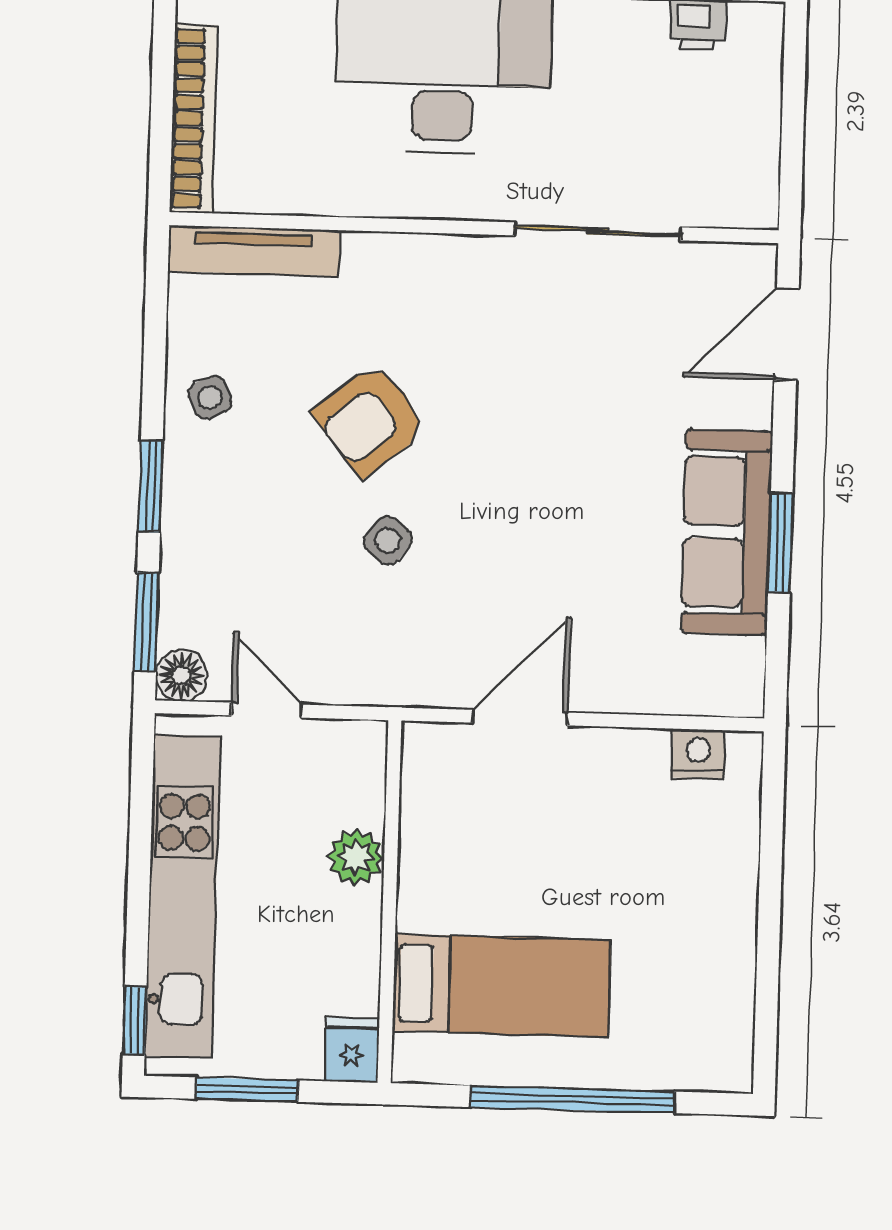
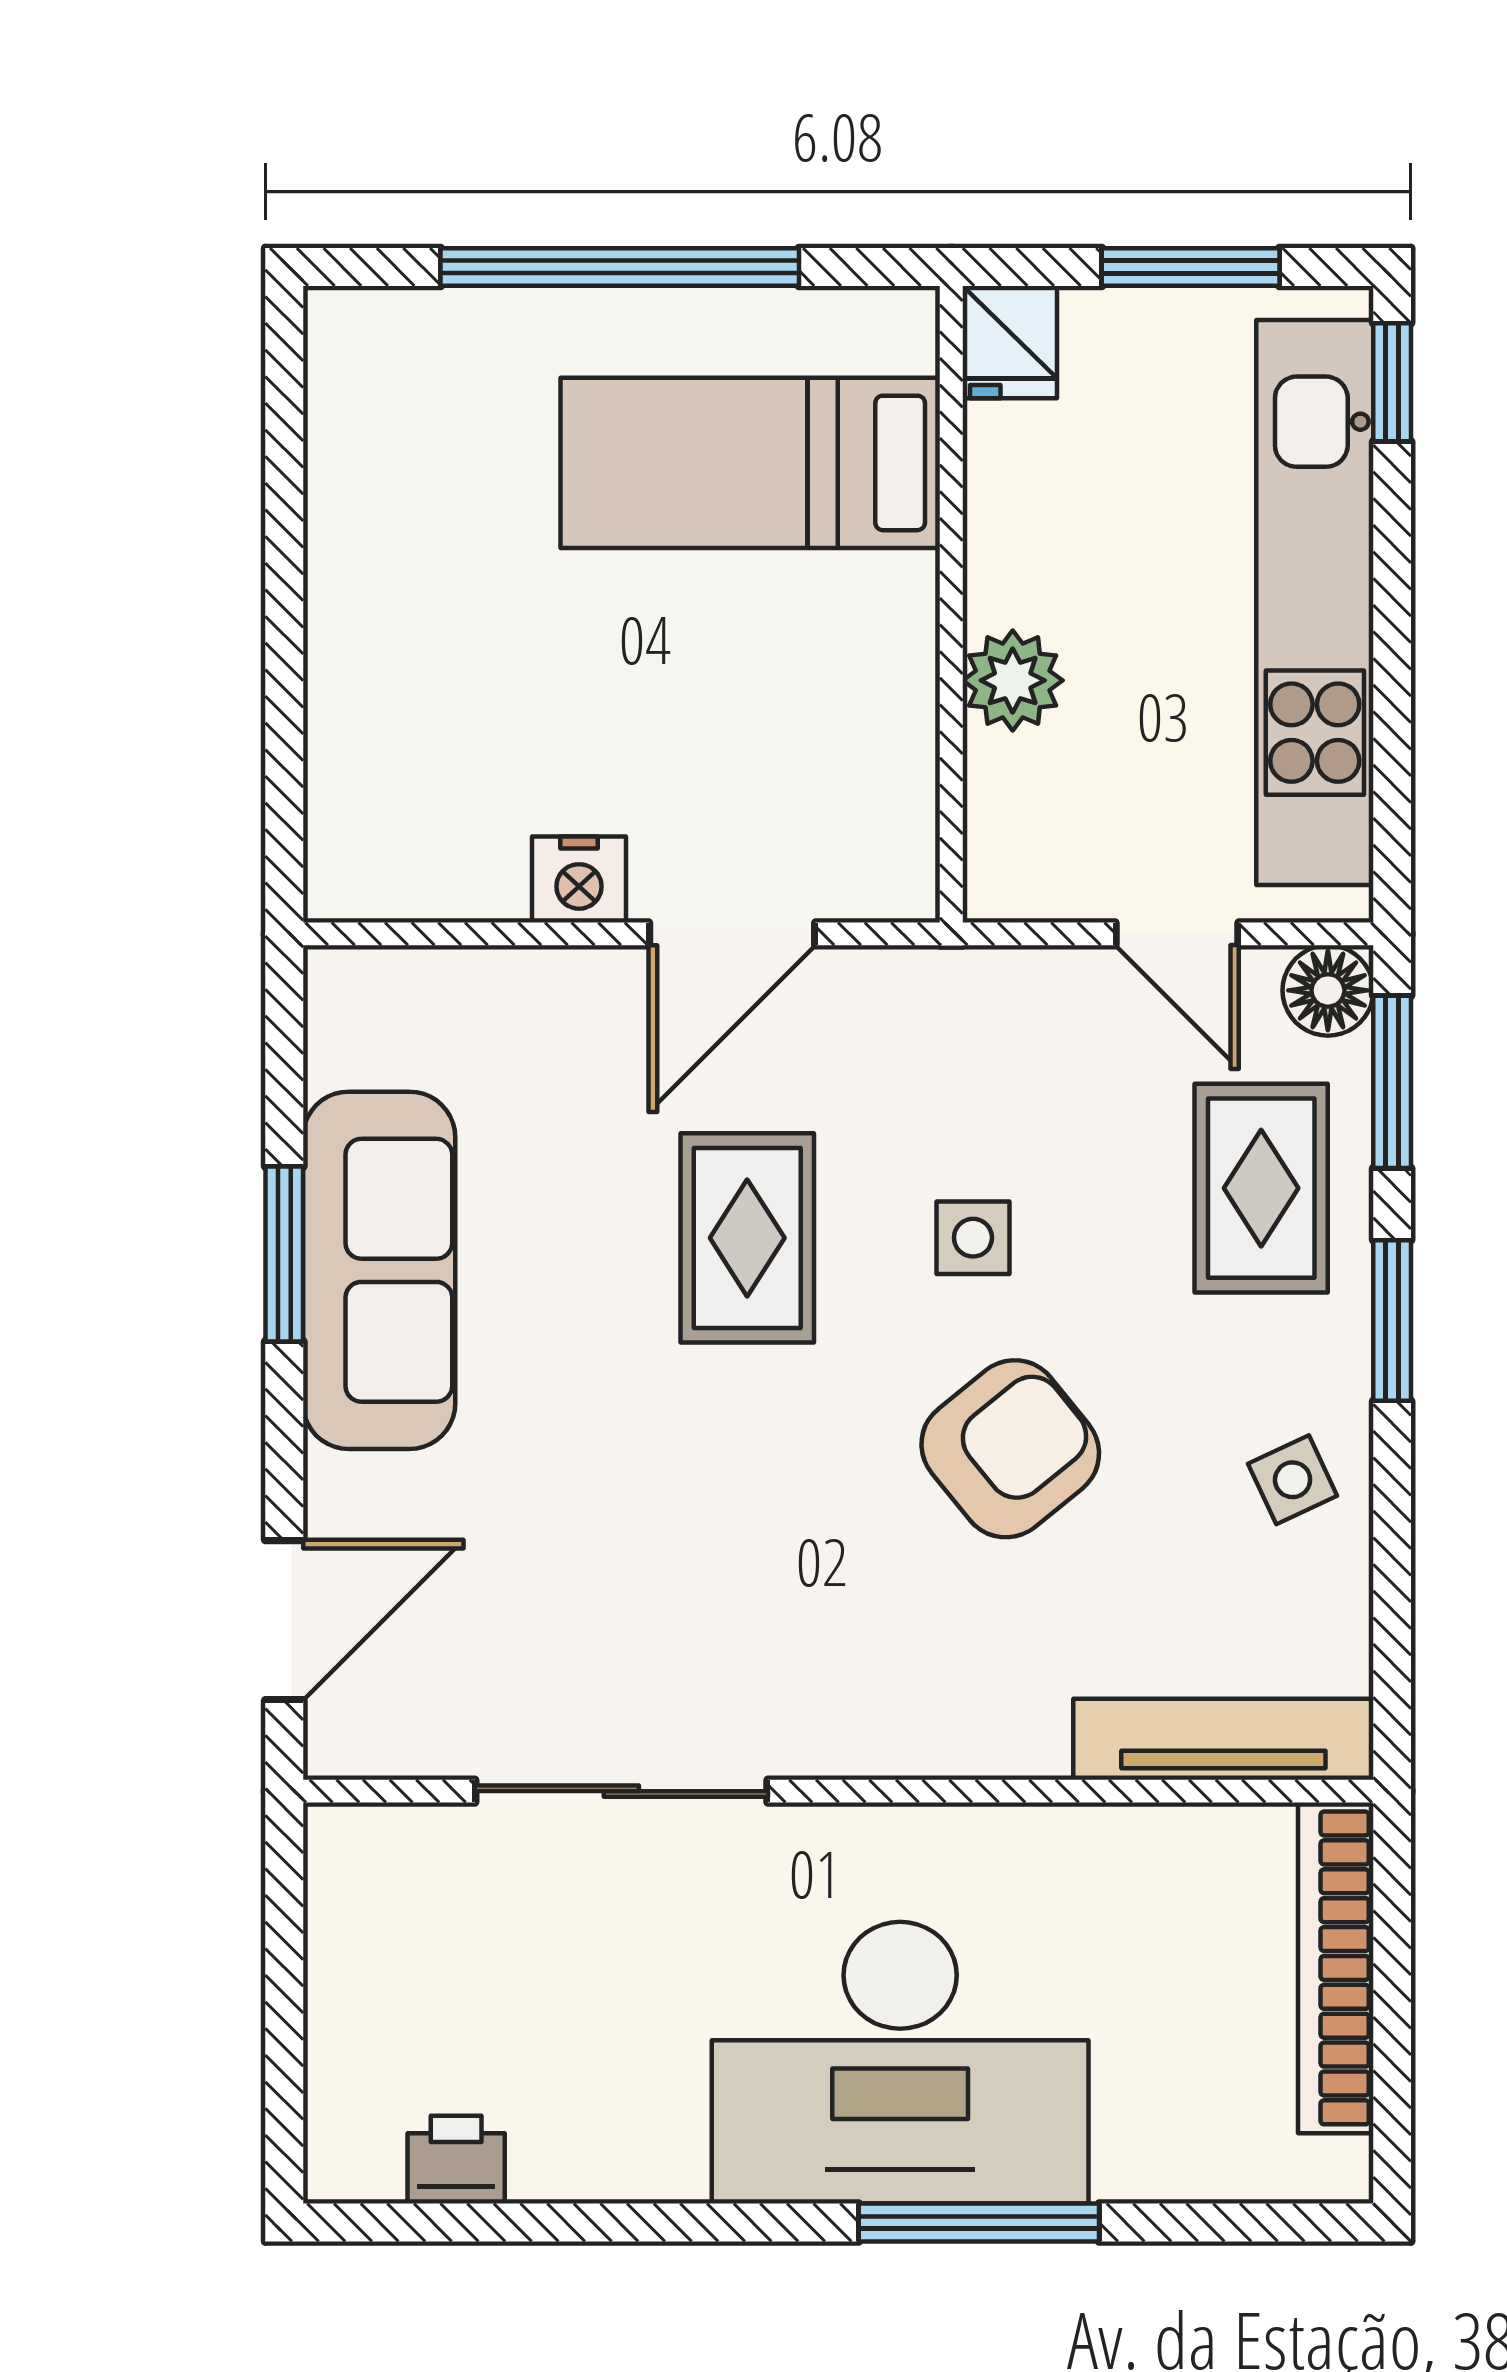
side table: (388, 541) -> (973, 1238), turned -38
rug: (516, 544) -> (747, 1238), added
rug: (223, 564) -> (1261, 1188), added
nightstand: (698, 754) -> (579, 880), moved

